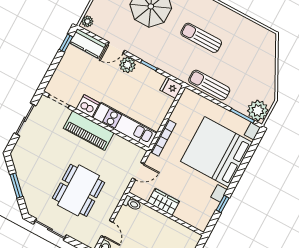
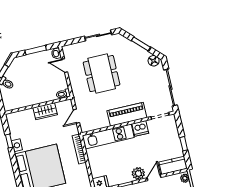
window: (66, 43) -> (184, 144), moved
sliding door: (25, 119) -> (170, 88), width x1.37
floor lamp: (19, 159) -> (154, 61), added

